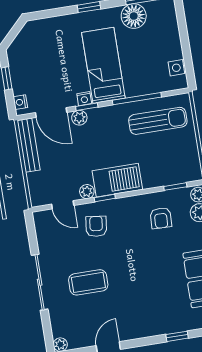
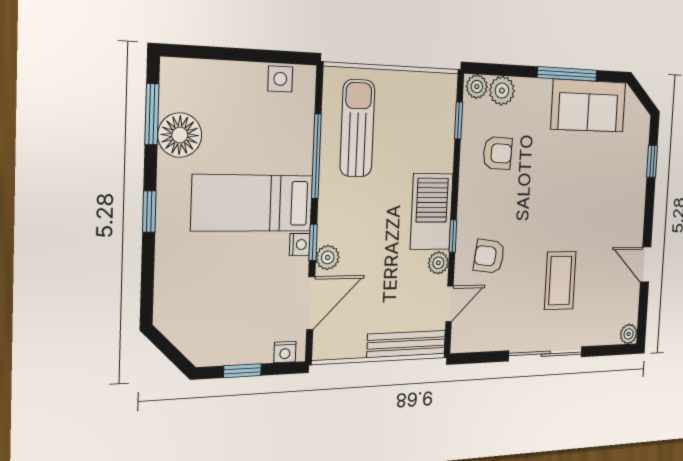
bench: (29, 145) -> (407, 344), moved

